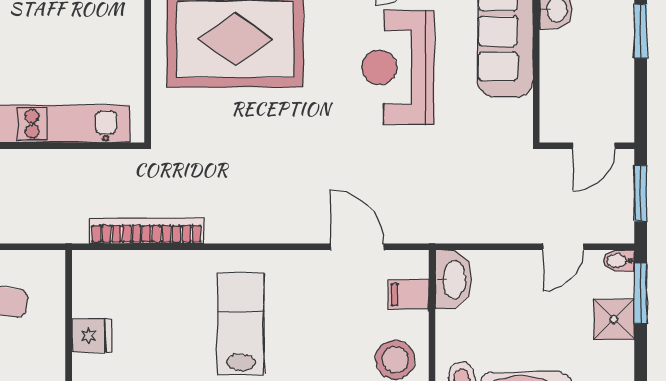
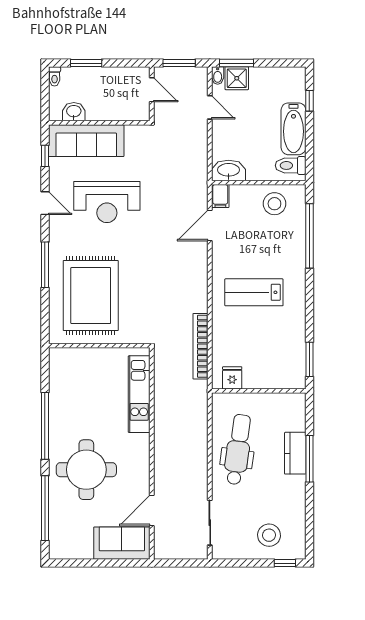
filing cabinet: (409, 295) -> (220, 196), moved
shower: (614, 319) -> (237, 78), moved
fridge: (91, 336) -> (232, 378), moved

